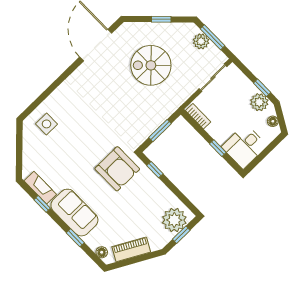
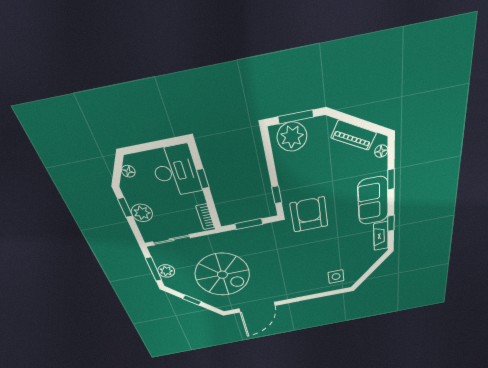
spiral stairs: (151, 65) -> (222, 275), width x1.37, depth x1.37
plant: (259, 102) -> (142, 213), moved
desk: (244, 146) -> (176, 171), width x1.37
window: (181, 235) -> (296, 117), width x1.50

